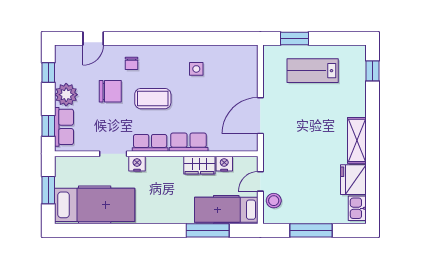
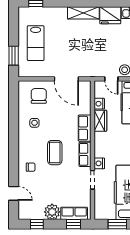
chair: (110, 91) -> (39, 96), moved

